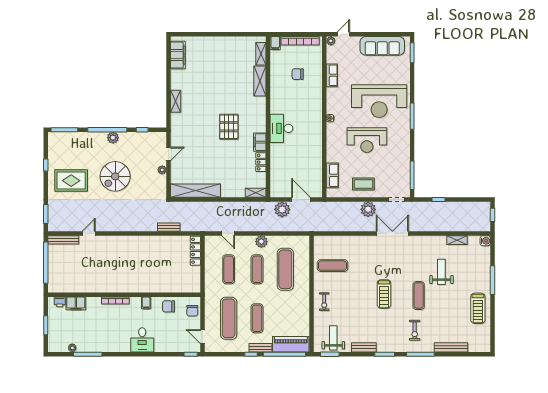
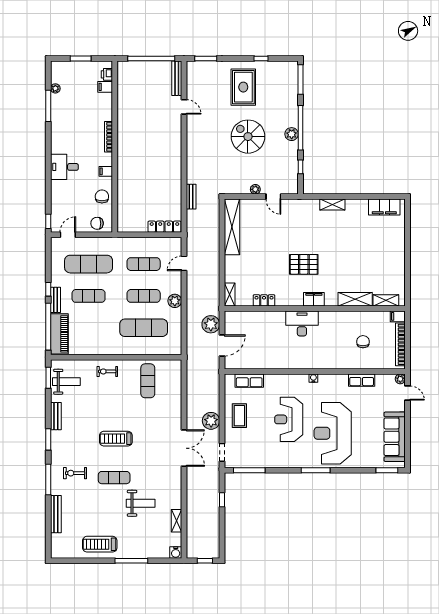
filing cabinet: (260, 142) -> (314, 299), moved
filing cabinet: (76, 303) -> (105, 87), width x0.50

